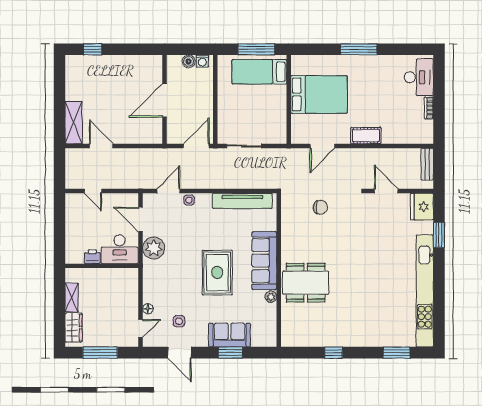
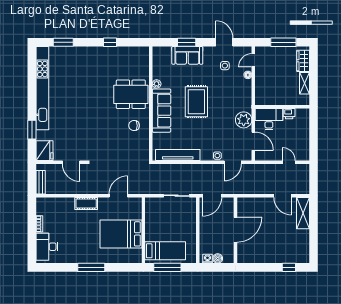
chair: (320, 207) -> (134, 126), moved

